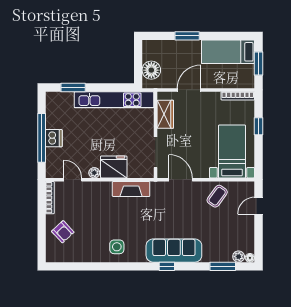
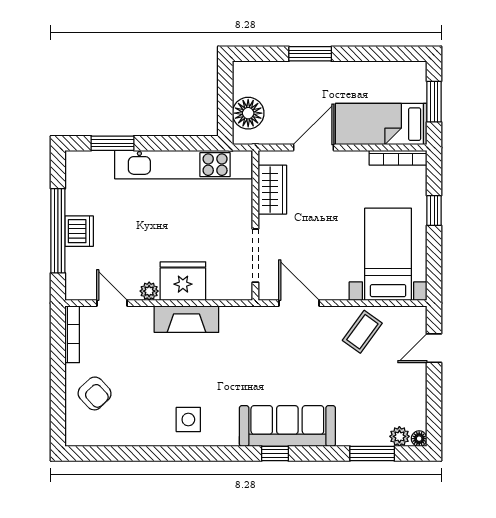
bed: (228, 52) -> (381, 124), moved
fireplace: (131, 189) -> (186, 319), moved

